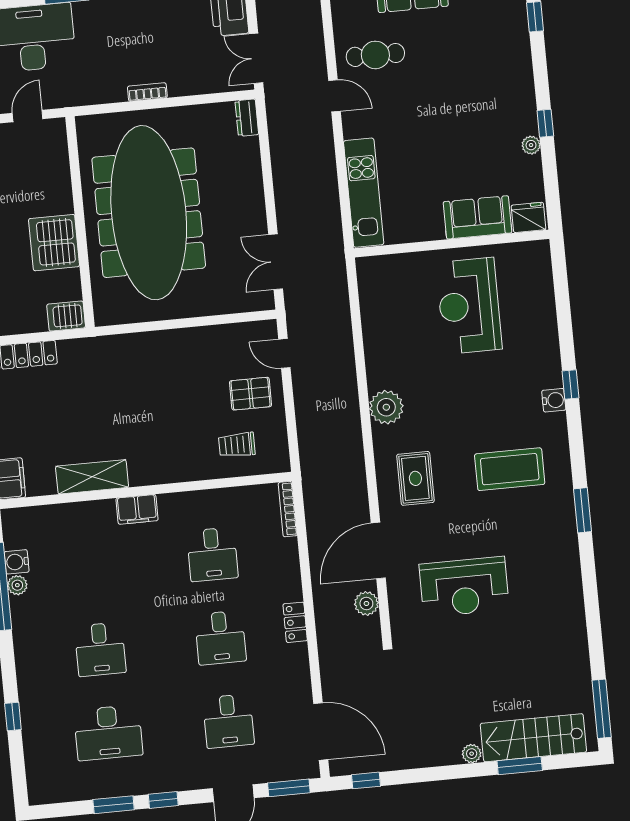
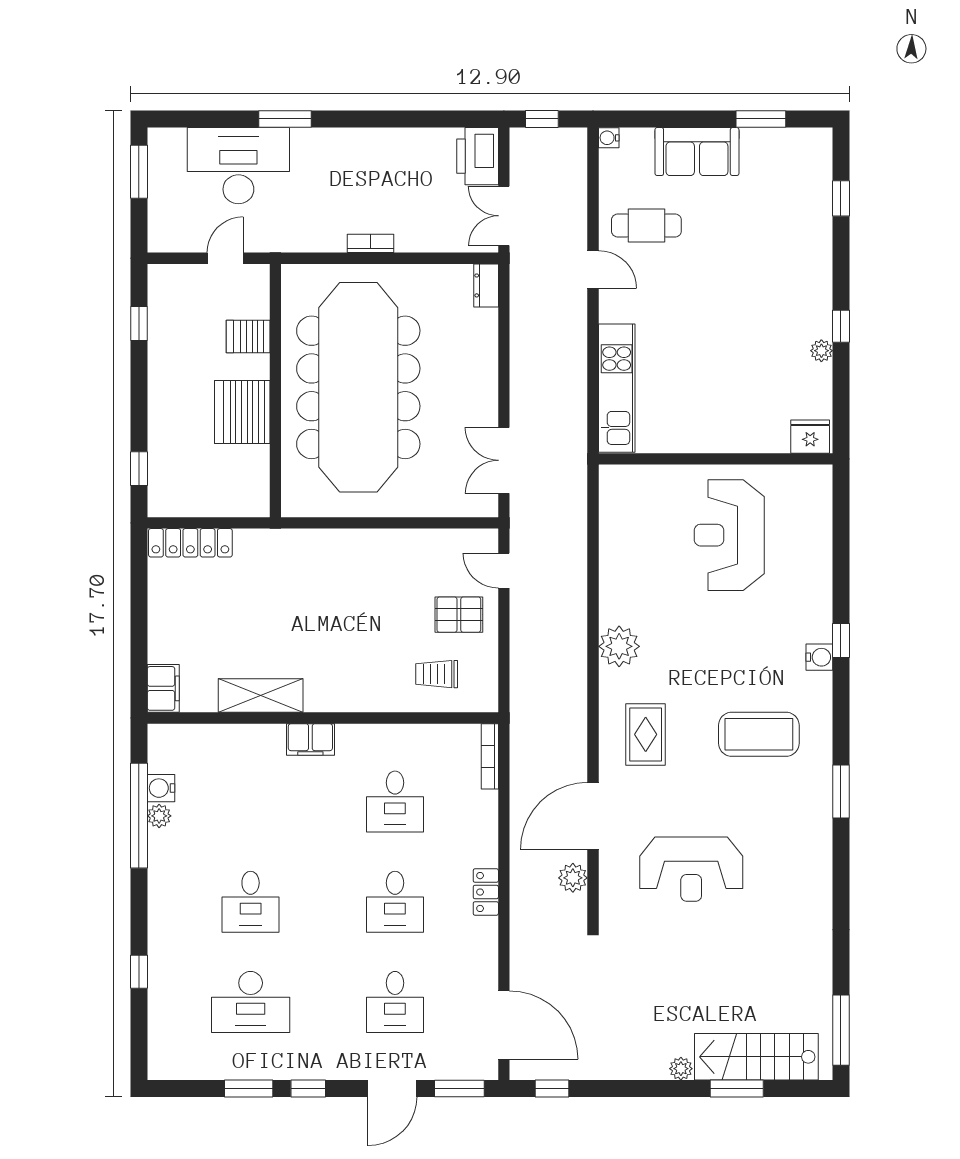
sofa: (477, 217) -> (749, 431), removed
server rack: (66, 316) -> (248, 337), moved

